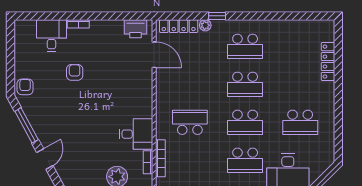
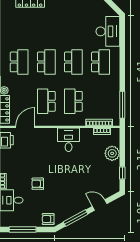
window: (10, 51) -> (23, 229), added
school desk: (300, 122) -> (46, 101), moved, turned 180
desk: (136, 134) -> (69, 140), moved

